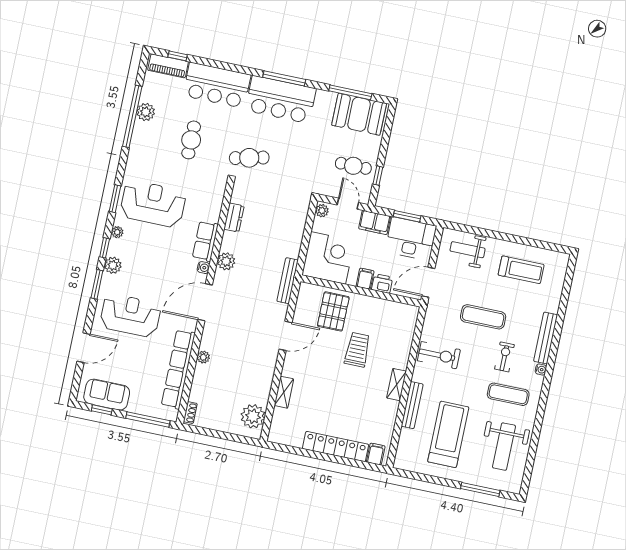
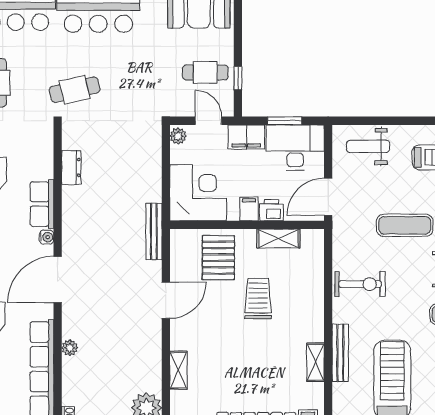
plant: (226, 261) -> (73, 224), removed
shelving: (383, 306) -> (278, 239), added
shelving: (396, 385) -> (315, 362), moved

